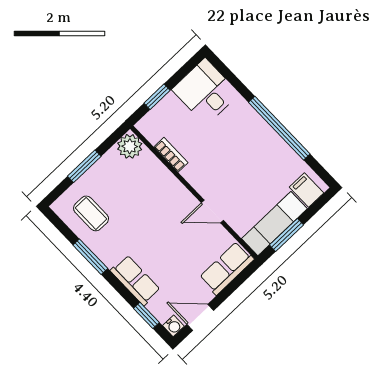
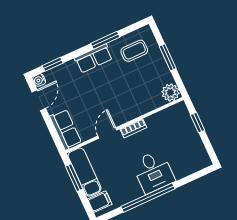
desk: (206, 92) -> (153, 172), moved, turned 90
bookcase: (171, 155) -> (133, 128), moved
row of seats: (135, 280) -> (94, 58), moved

